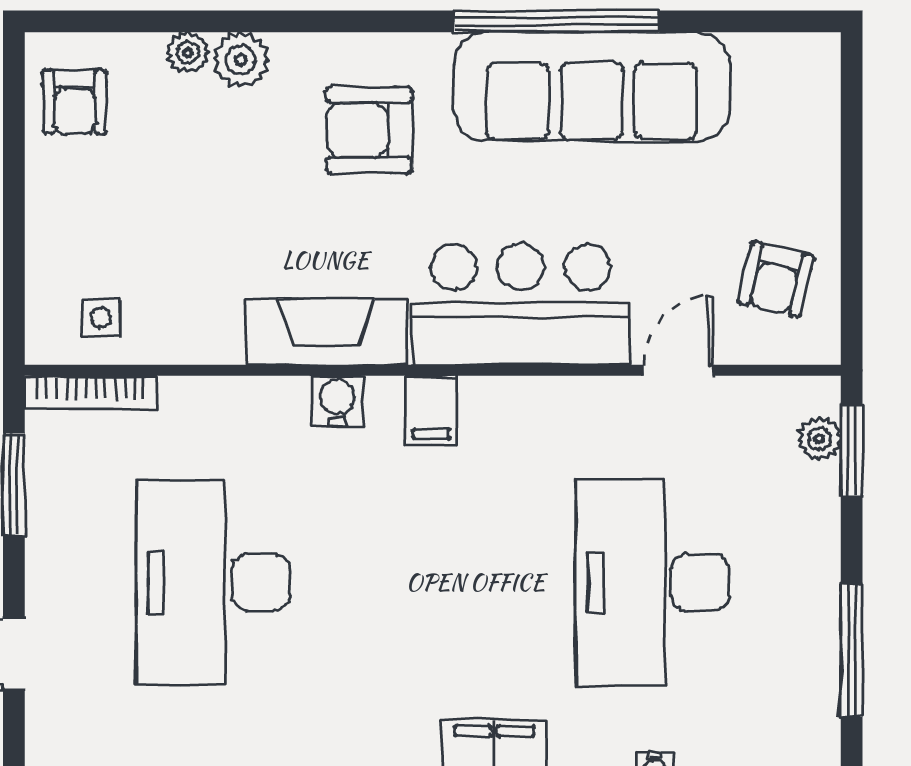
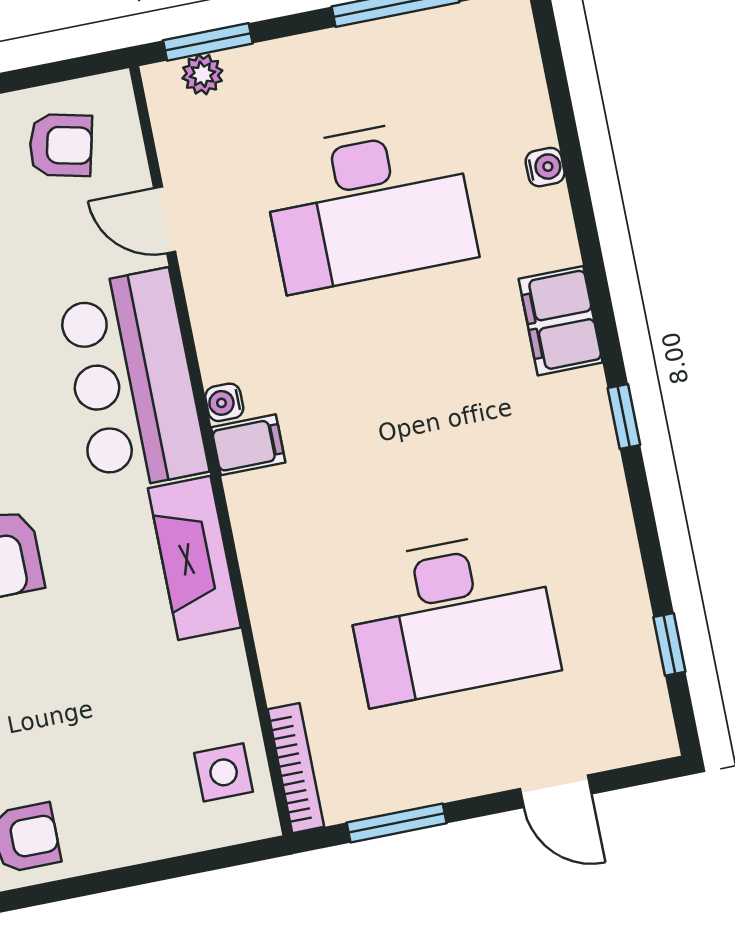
side table: (101, 318) -> (224, 772), width x1.37, depth x1.37
water cooler: (337, 401) -> (224, 402), moved, width x0.72, depth x0.72

